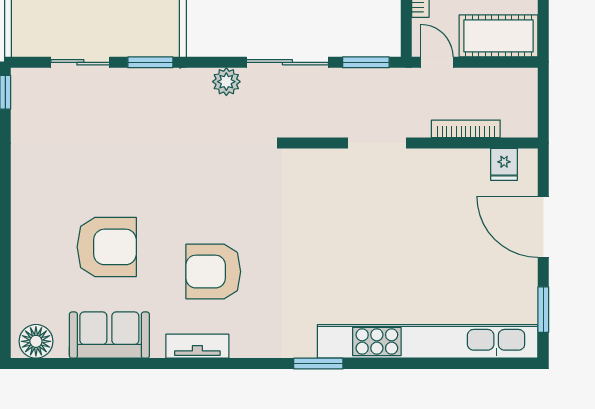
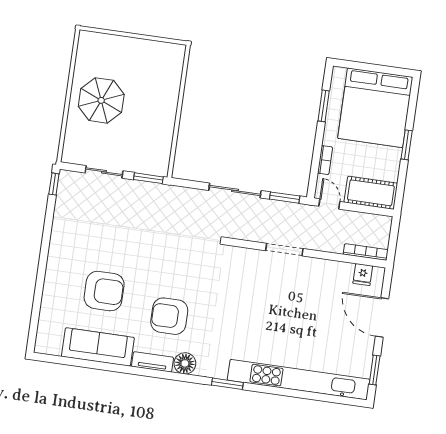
plant: (226, 82) -> (195, 197), removed
bookcase: (466, 129) -> (366, 252), moved
sofa: (109, 335) -> (98, 347), width x1.36
floor lamp: (36, 341) -> (185, 363), moved

